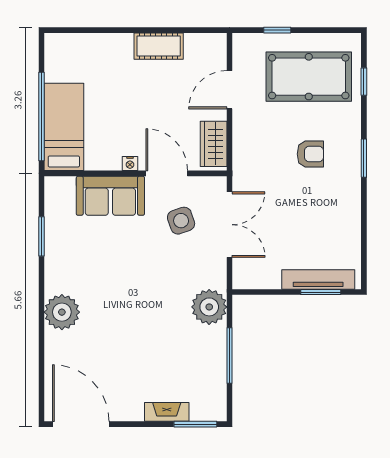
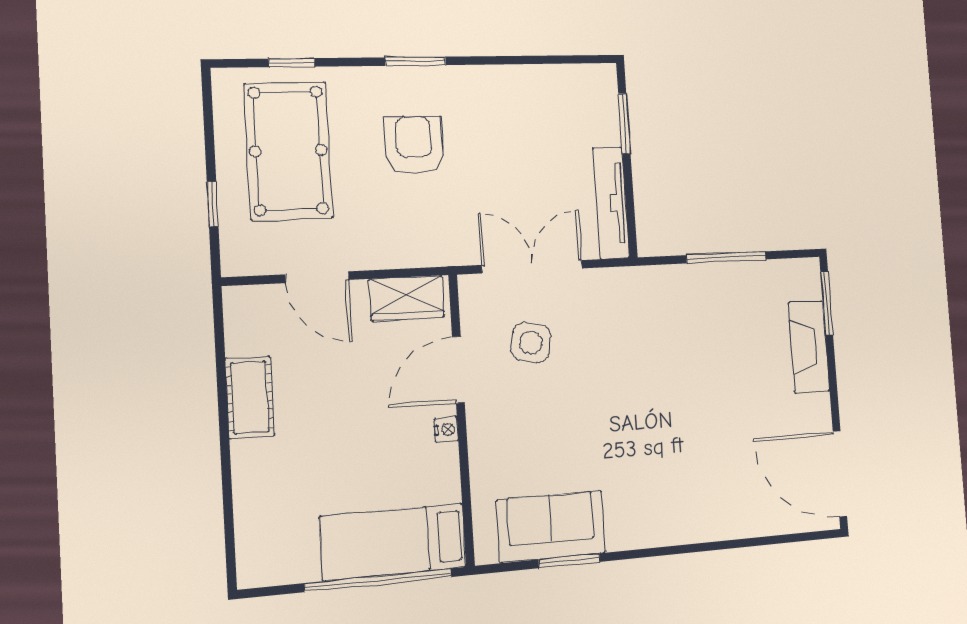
armchair: (310, 154) -> (414, 145), width x1.38, depth x1.38
sofa: (110, 196) -> (551, 527), moved, turned -90
side table: (181, 221) -> (531, 343), turned 31
tv unit: (318, 279) -> (611, 203), moved
plant: (209, 307) -> (658, 292), removed
plant: (62, 312) -> (682, 517), removed
fireplace: (167, 412) -> (809, 347), width x1.37, depth x1.32
door: (81, 424) -> (840, 474), hinge flipped

